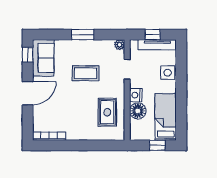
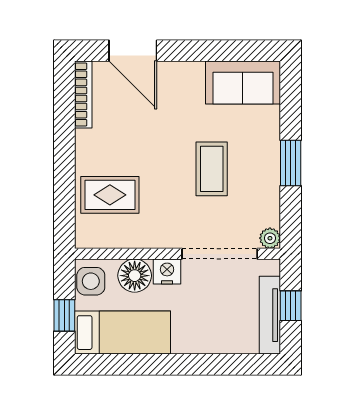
window: (28, 55) -> (250, 51), removed
doorway: (127, 69) -> (220, 254), width x1.88
side table: (168, 73) -> (91, 281), moved
door: (28, 93) -> (133, 51), moved
rug: (107, 112) -> (110, 195), moved

